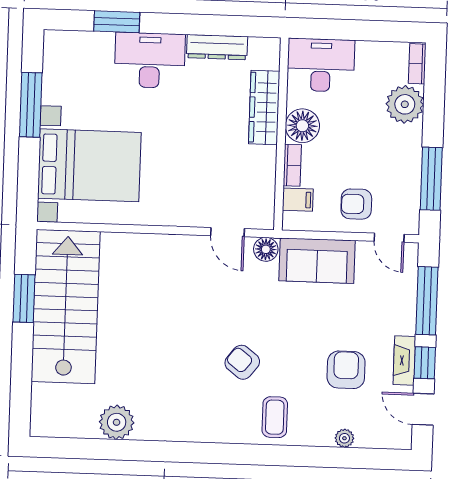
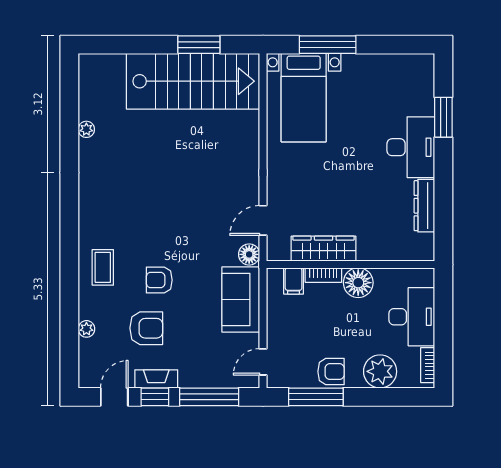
bookcase: (417, 64) -> (428, 365), moved, turned -90
desk: (321, 65) -> (412, 317), moved
window: (31, 105) -> (328, 45), moved
wardrobe: (264, 107) -> (324, 249), moved
bed with nightstands: (89, 165) -> (304, 98), width x0.73
armchair: (356, 204) -> (331, 372), moved, turned 90
armchair: (242, 362) -> (159, 280), moved, turned -128
coffee table: (275, 417) -> (103, 267), turned 90
plant: (117, 422) -> (86, 129), width x0.53, depth x0.53

